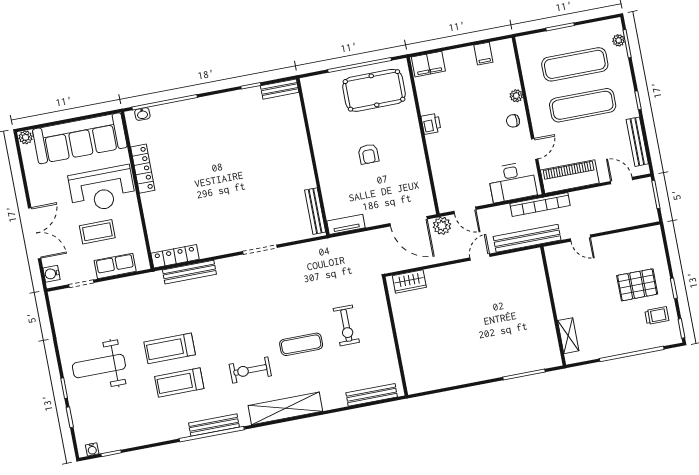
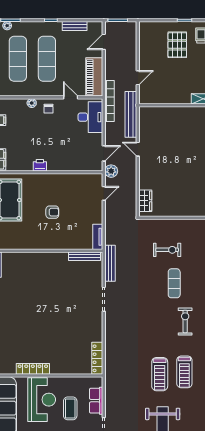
bench: (637, 142) -> (75, 26), width x0.73
door: (409, 221) -> (104, 193), width x0.53
bench: (189, 272) -> (110, 263), moved
exercise bike: (250, 370) -> (185, 322), turned 180

